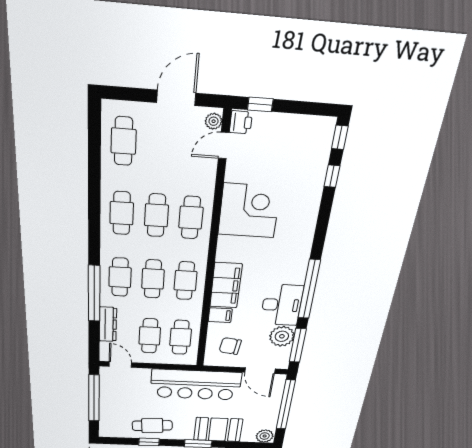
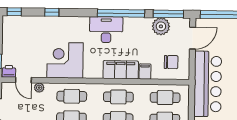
plant: (214, 121) -> (39, 88), moved
window: (332, 176) -> (52, 12), moved
desk: (282, 305) -> (106, 30), moved
chair: (230, 346) -> (171, 62), turned -98

